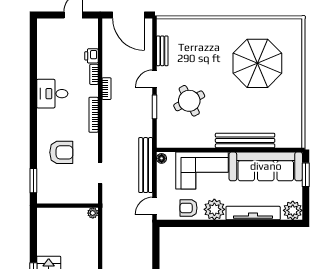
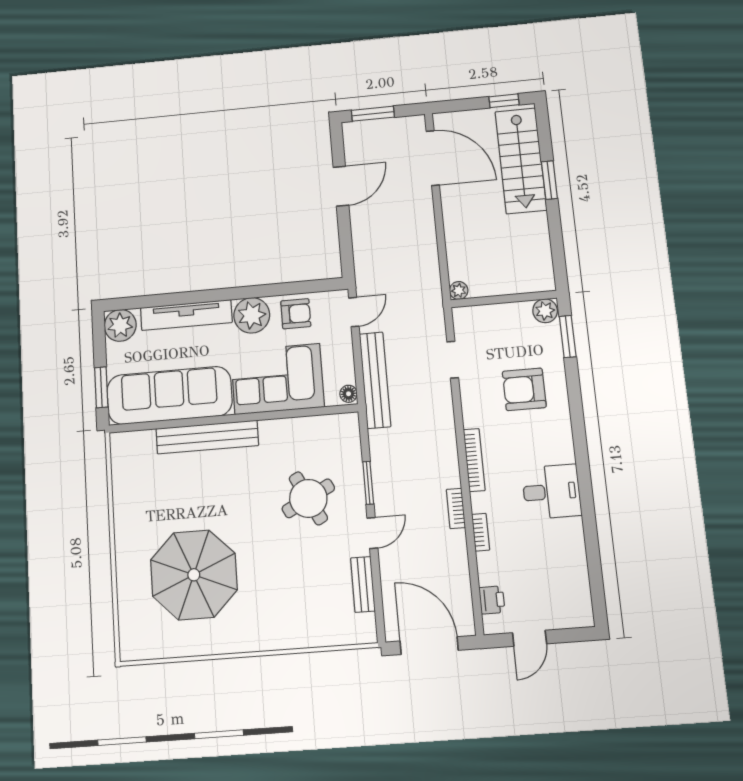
printer: (91, 56) -> (492, 600), moved
plant: (44, 197) -> (545, 311), added

